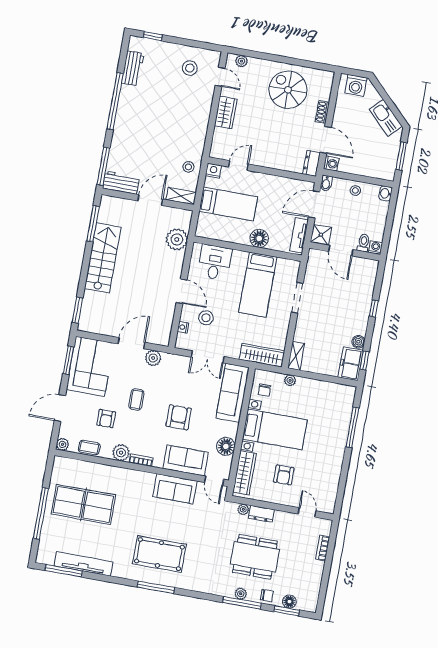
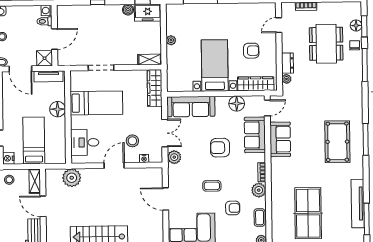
plant: (153, 358) -> (174, 157), moved
plant: (290, 380) -> (171, 40), moved
chair: (264, 390) -> (183, 80), removed
dining table: (255, 557) -> (326, 44), moved
plant: (241, 594) -> (357, 67), removed

